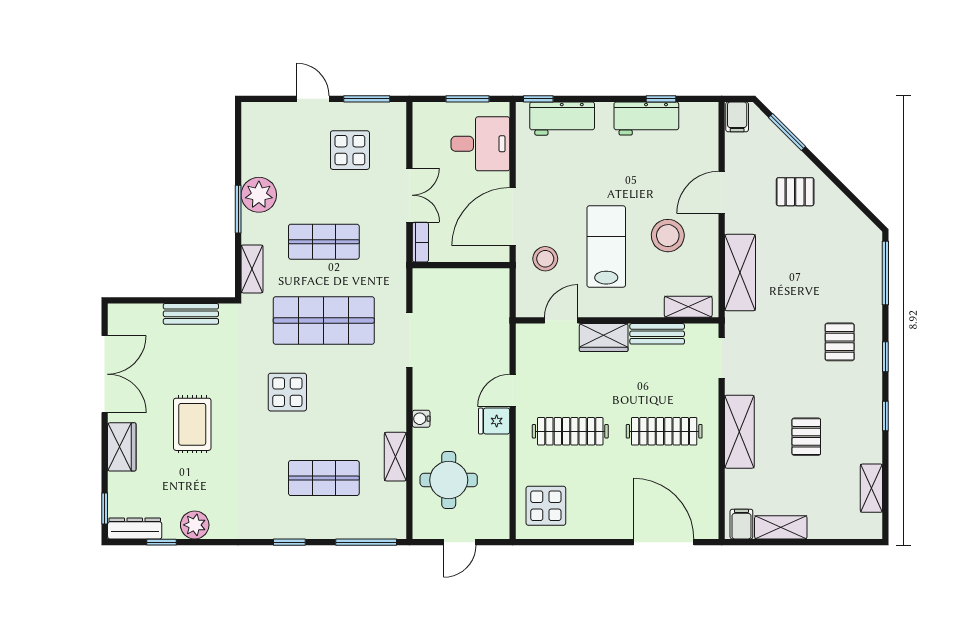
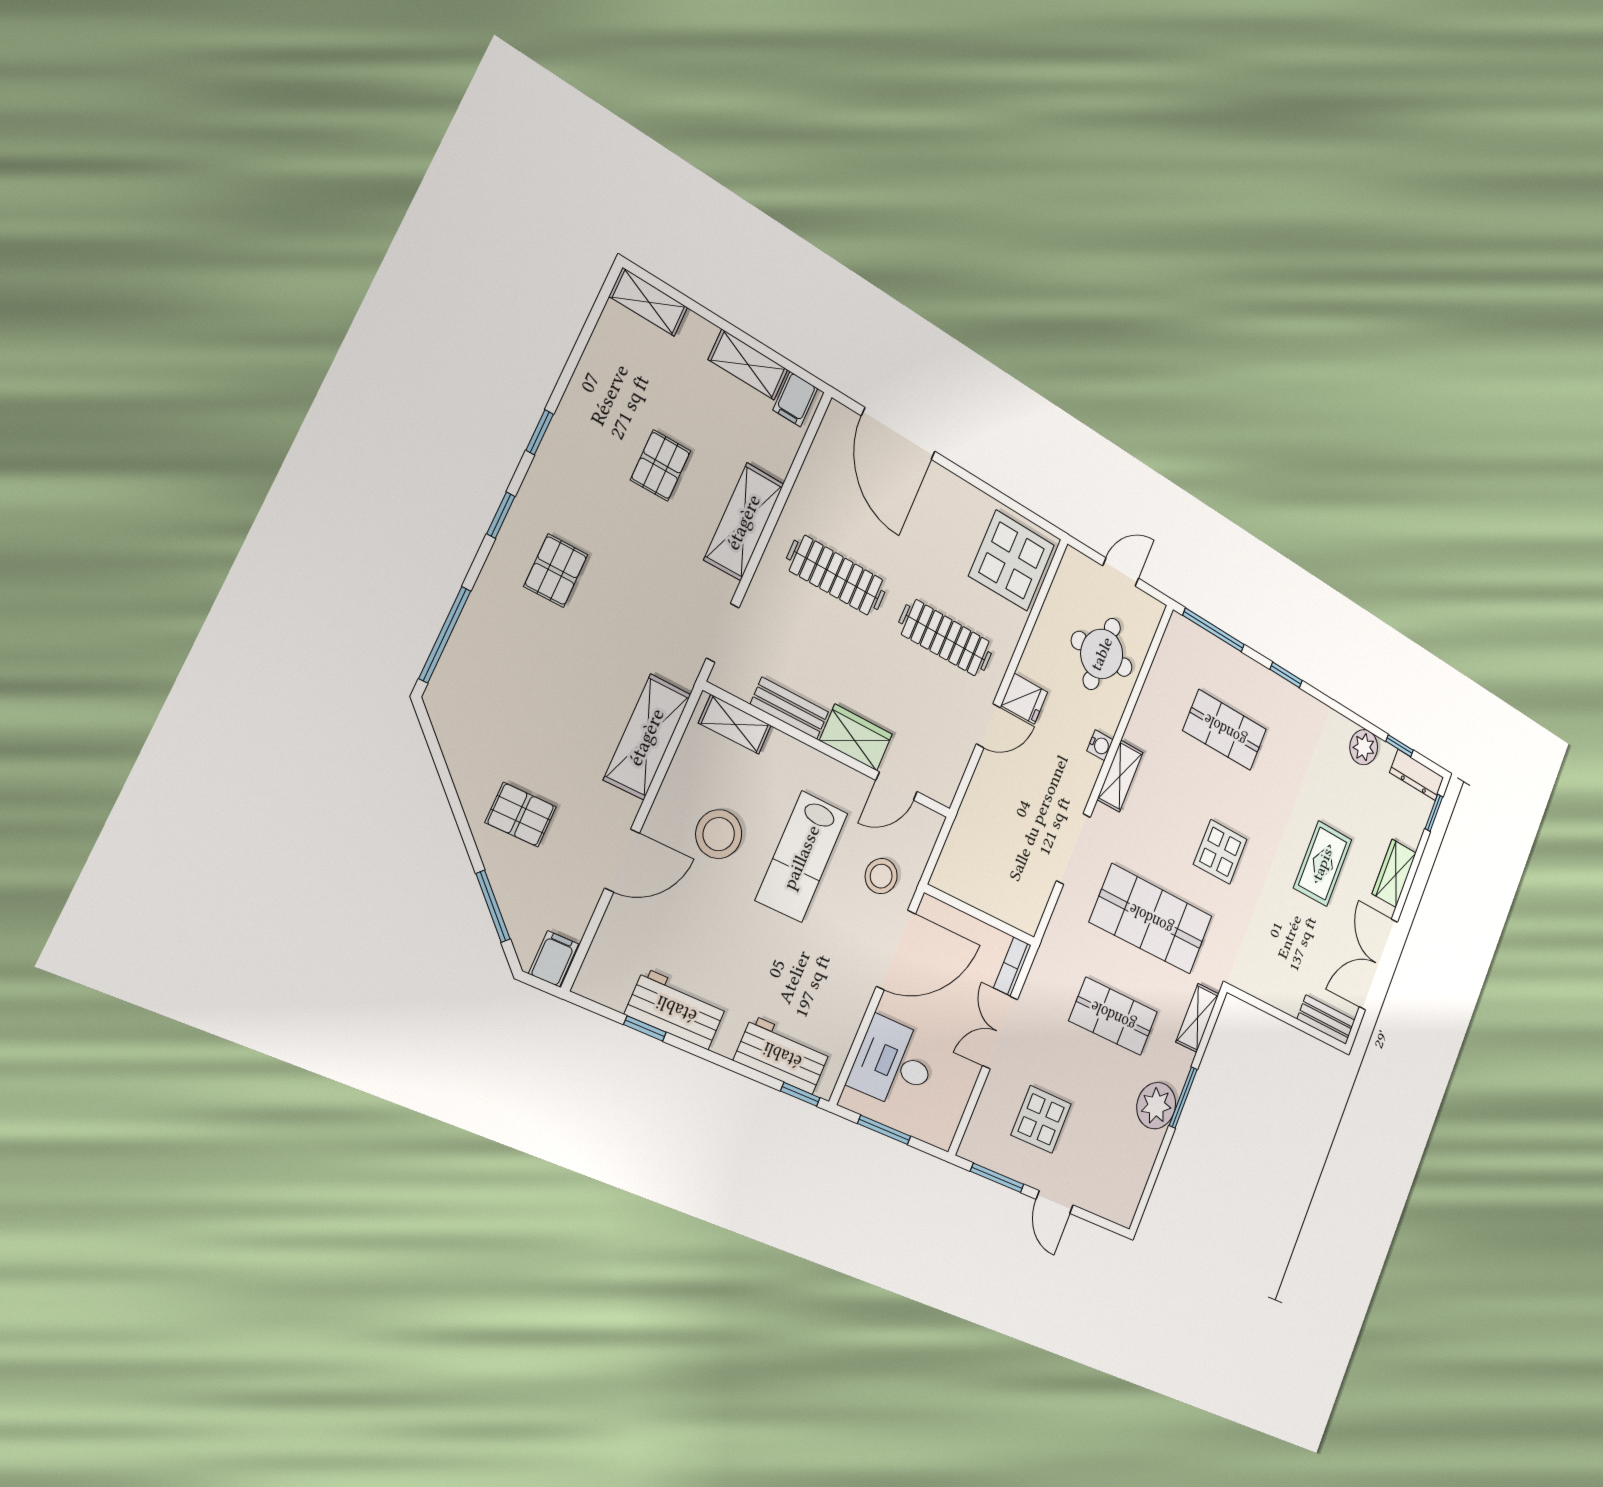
bench: (191, 314) -> (1326, 1020), moved
shelving: (395, 457) -> (1120, 776), moved
shelving: (871, 488) -> (649, 302), moved, turned 90
display table: (546, 506) -> (1012, 561), width x1.36, depth x1.36

